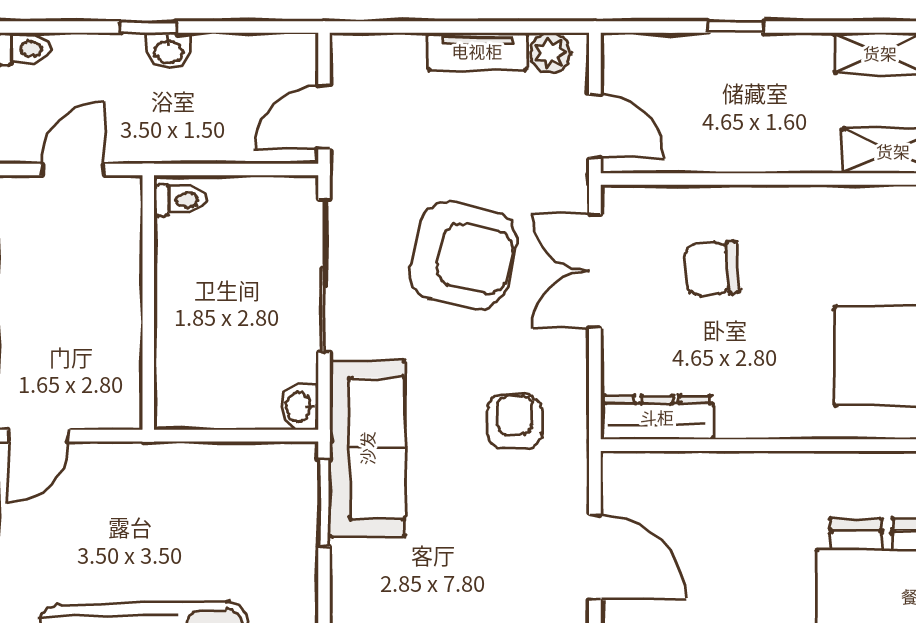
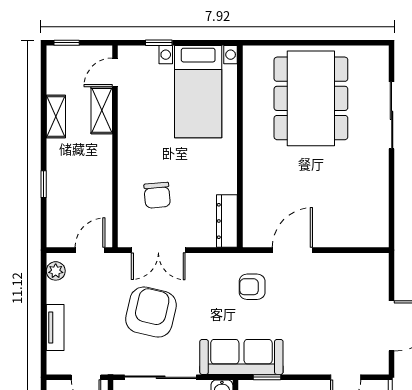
tv unit: (477, 51) -> (55, 327), moved
armchair: (515, 422) -> (252, 287), moved
window: (324, 503) -> (267, 377), width x0.67

